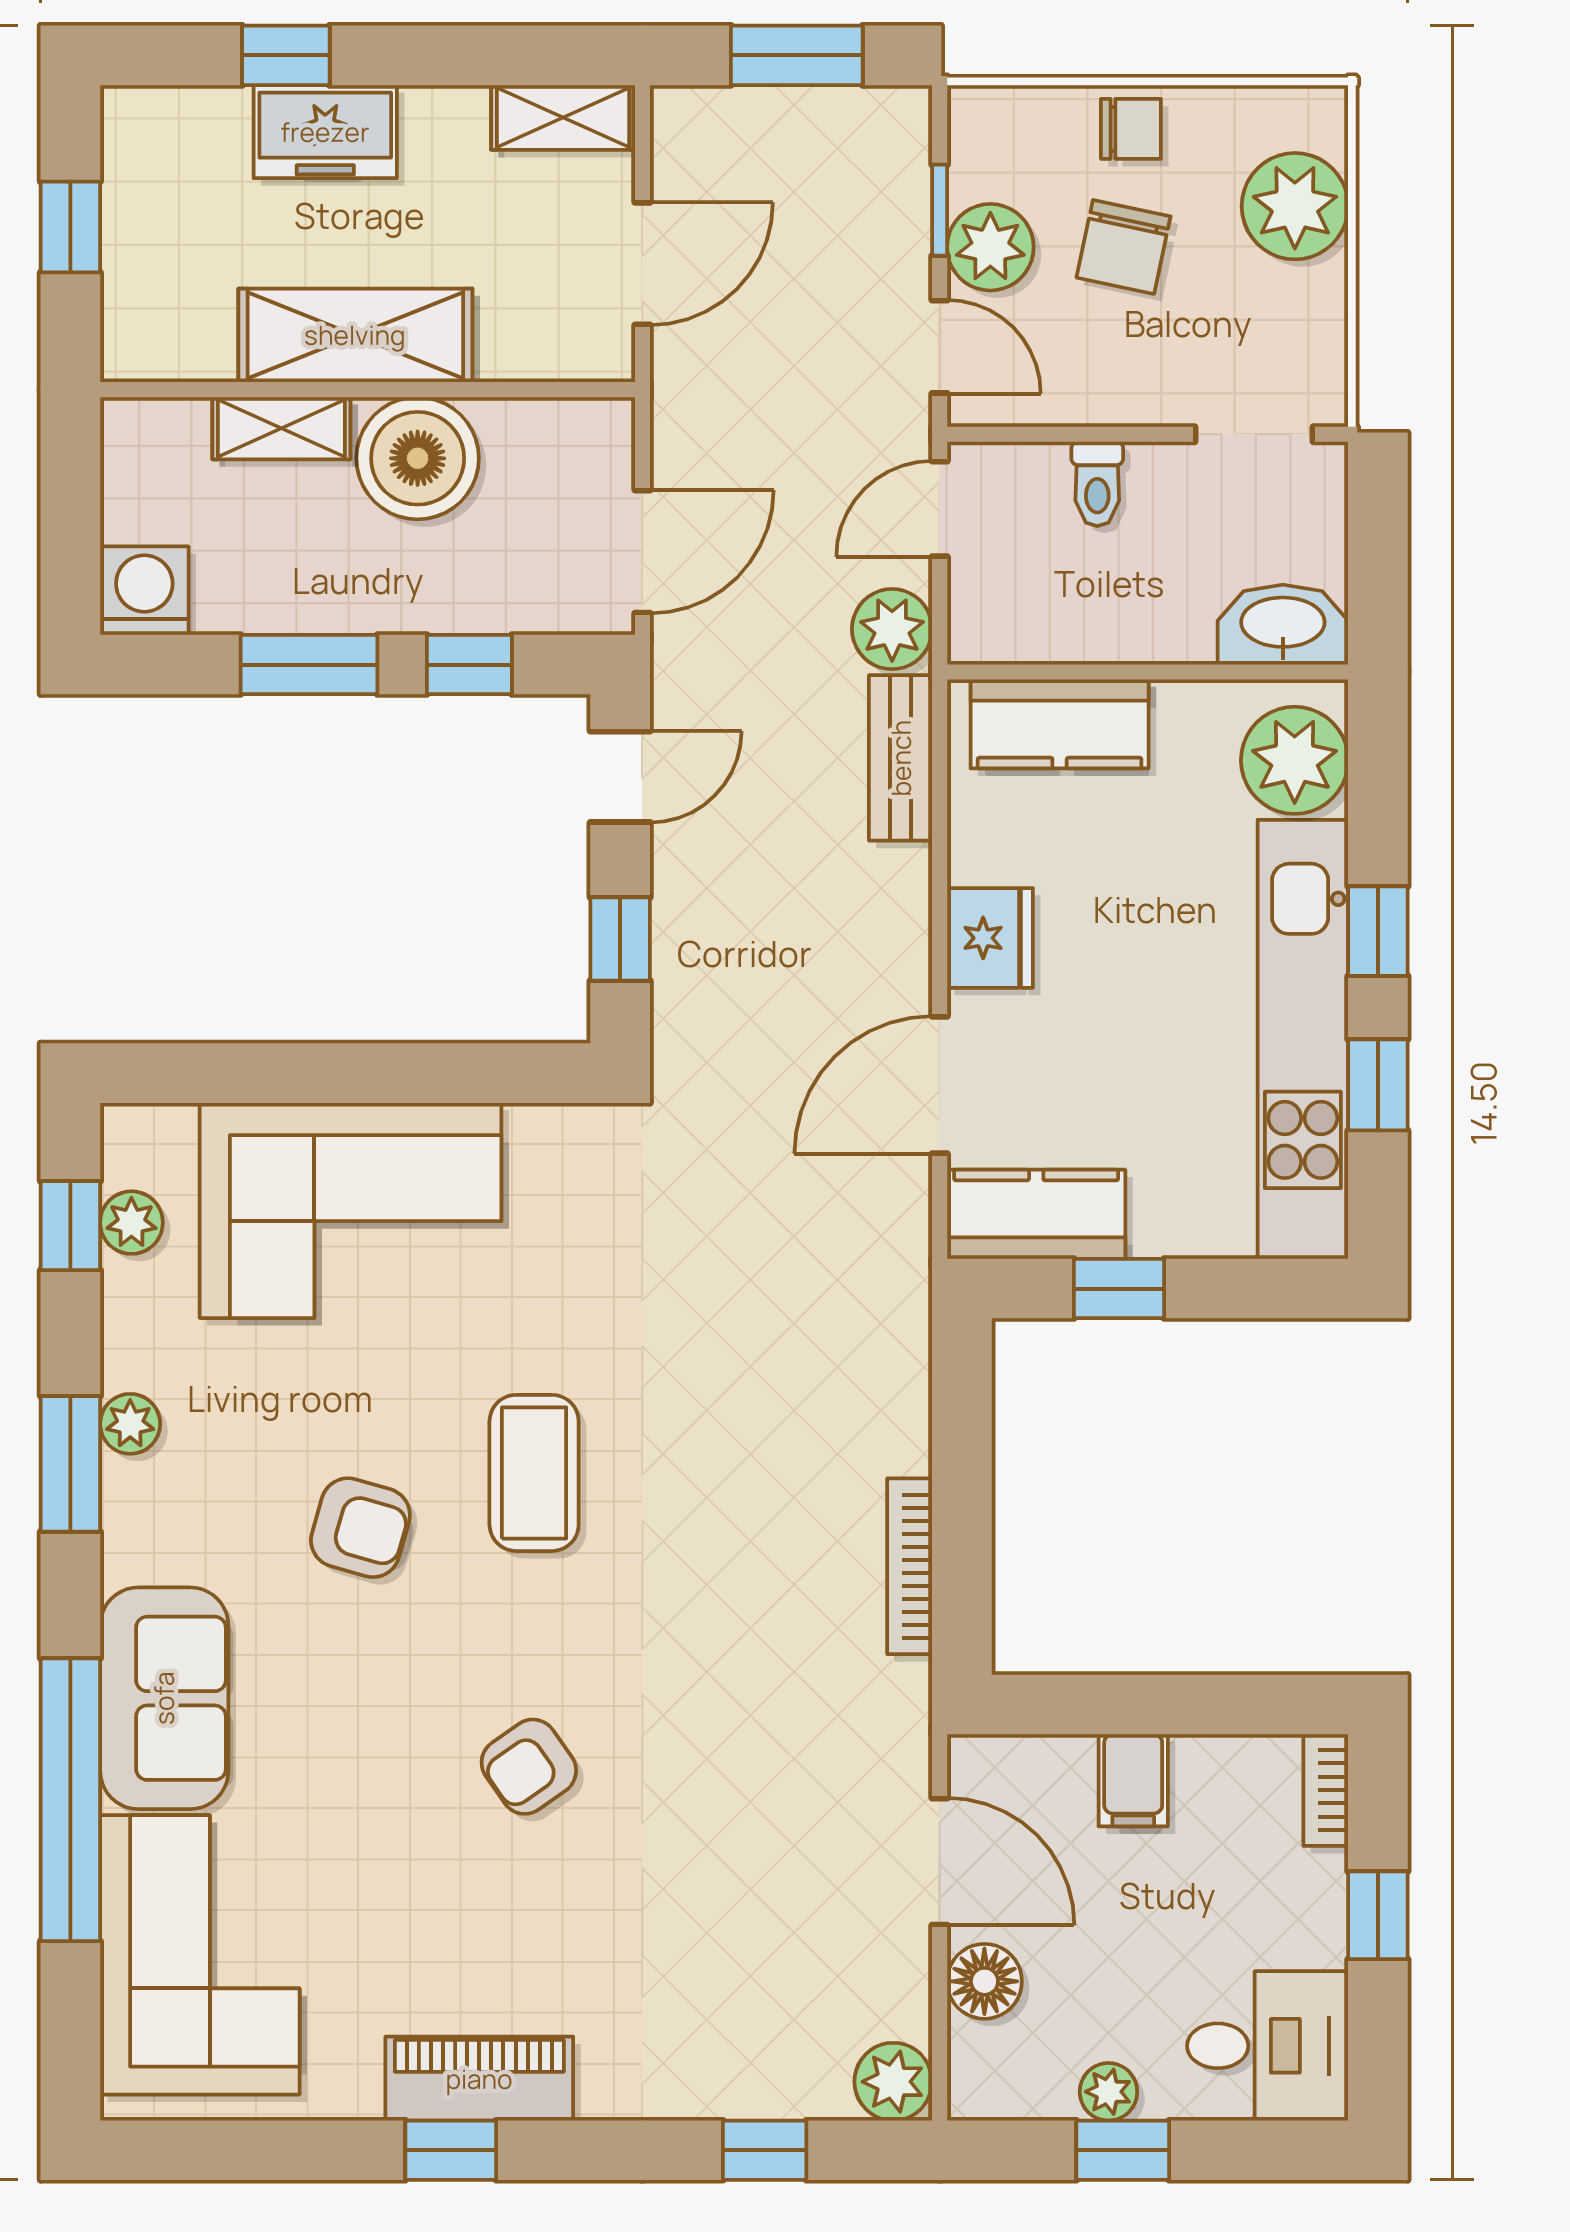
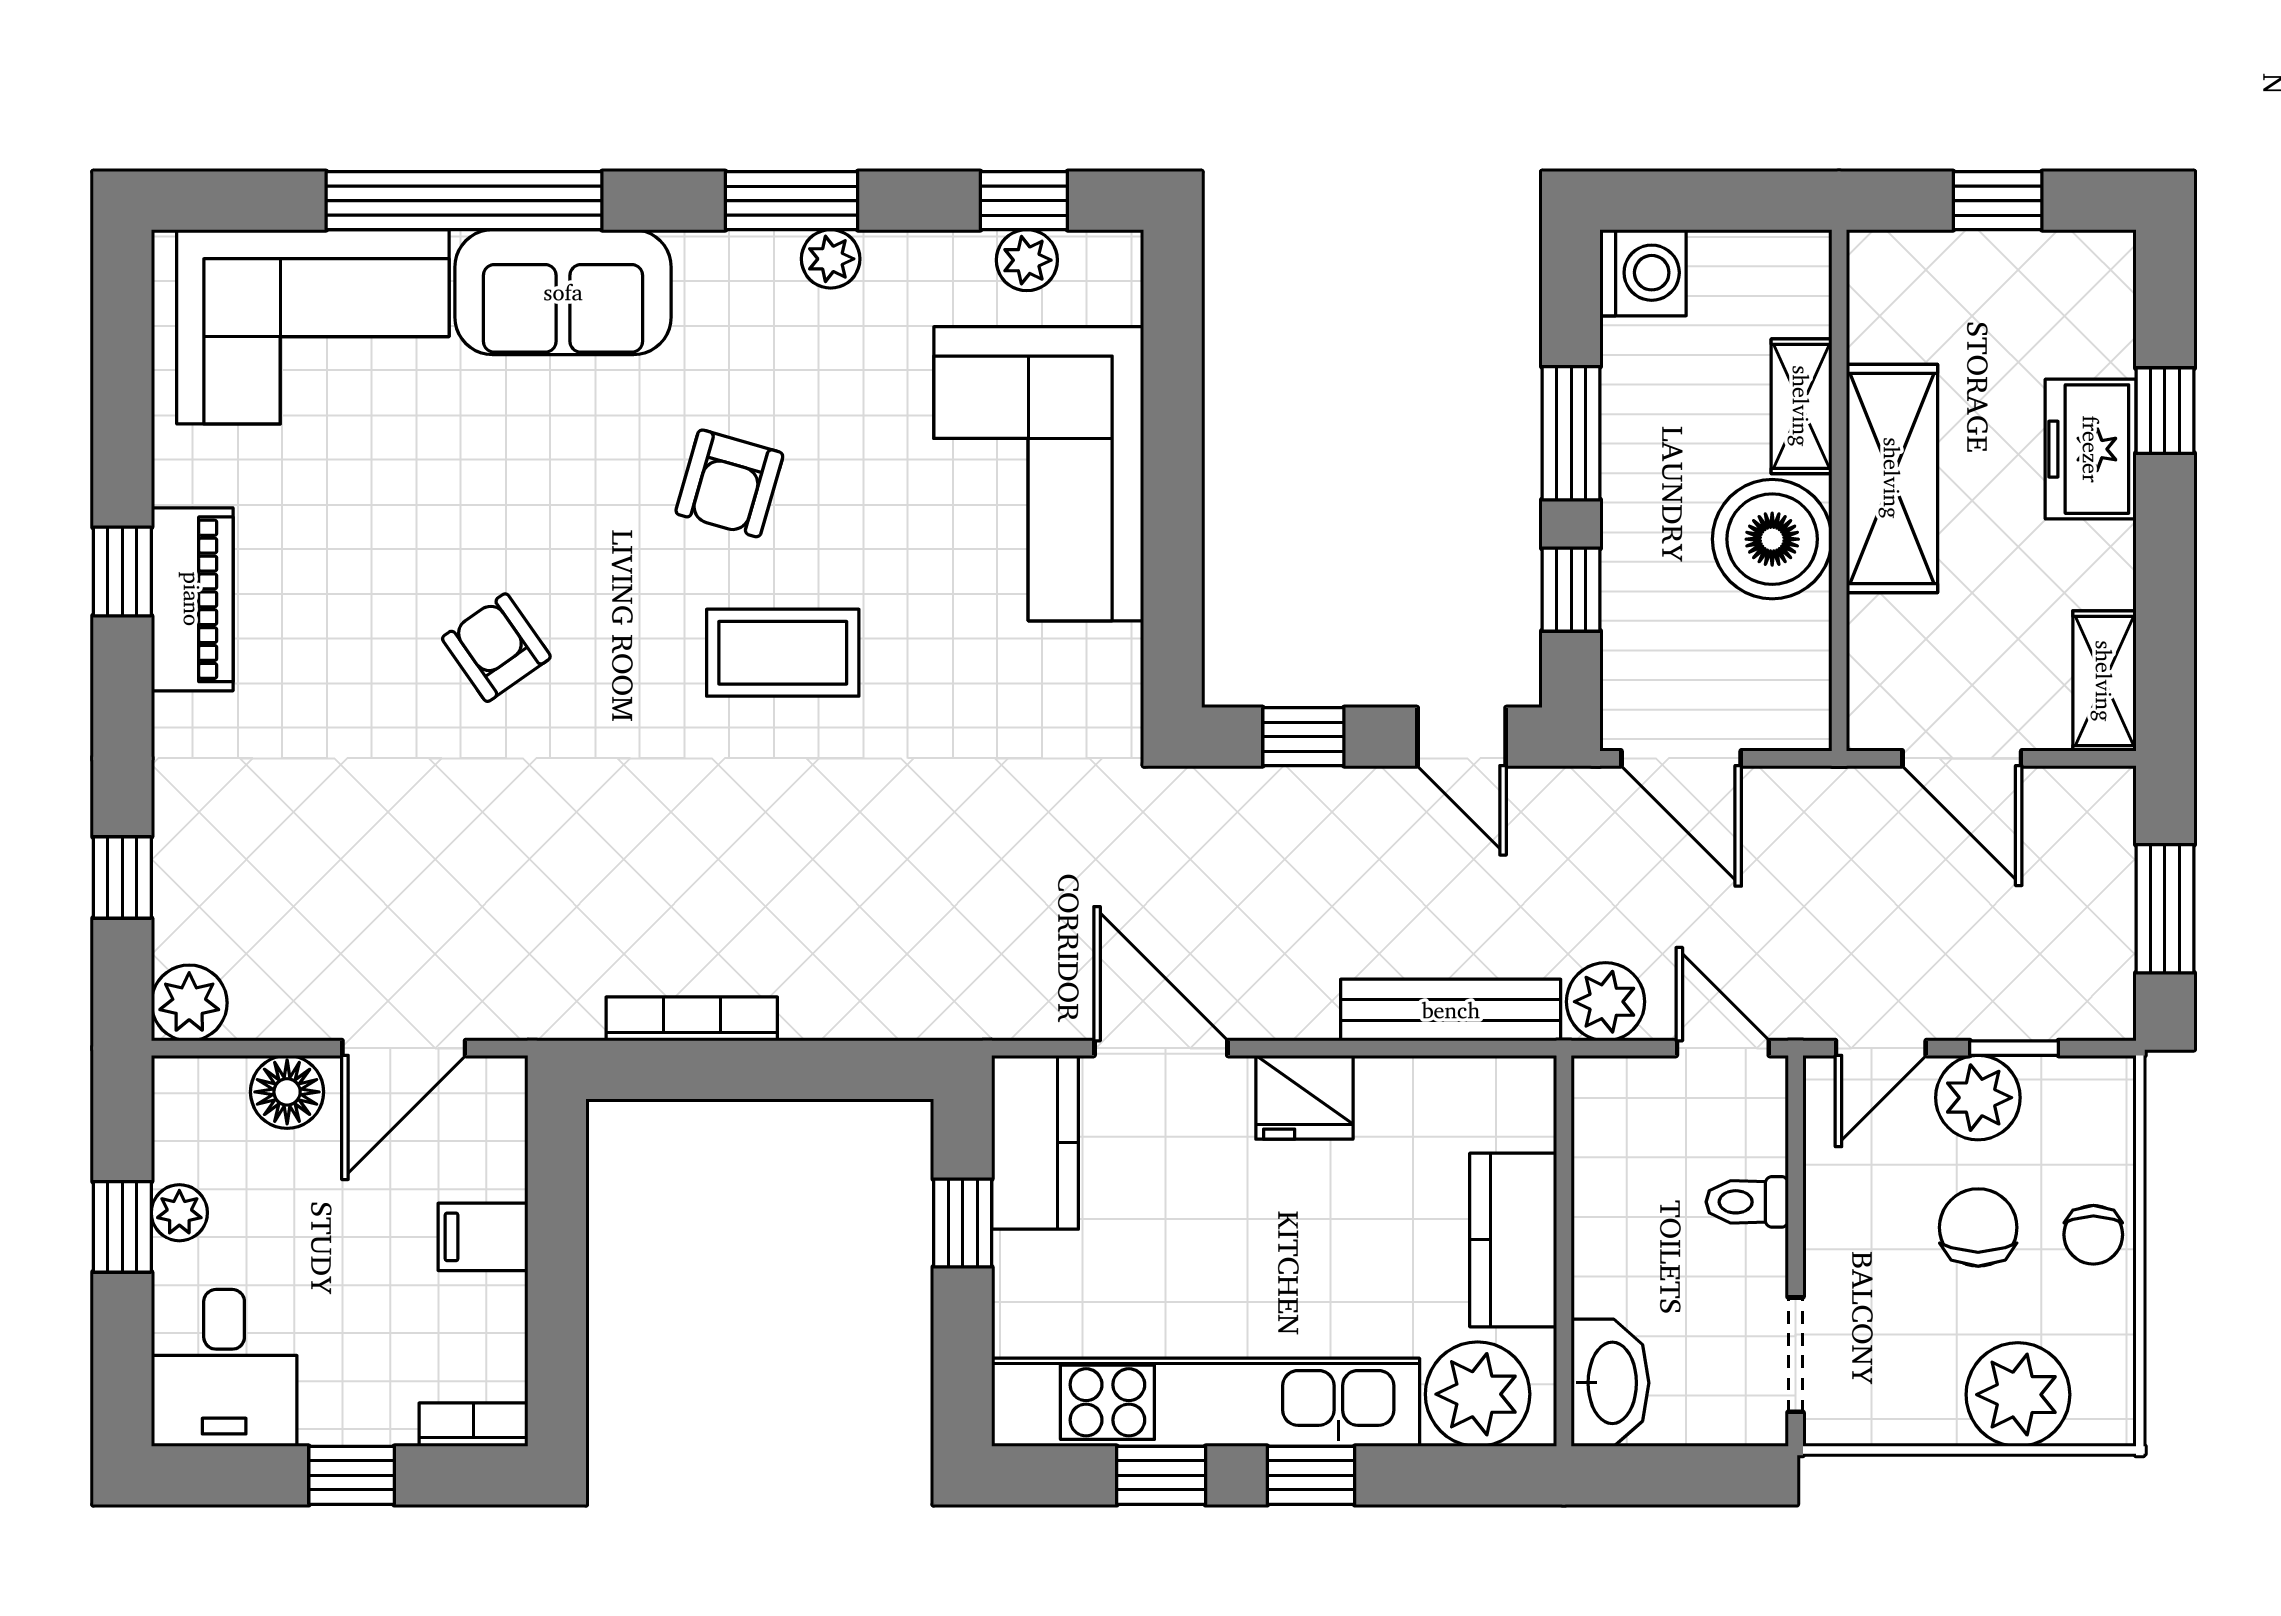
chair: (1124, 247) -> (1978, 1227), turned 78
kitchen counter: (1060, 724) -> (1513, 1240), moved
bench: (901, 758) -> (1451, 1010), width x1.36

